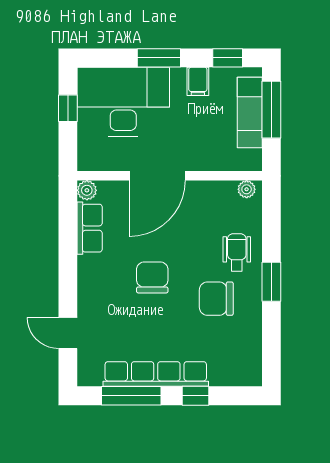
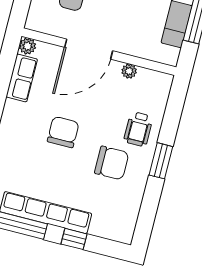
plant: (247, 189) -> (129, 71), moved
wheelchair: (237, 252) -> (138, 129), turned 180
chair: (216, 299) -> (112, 163), turned 180

